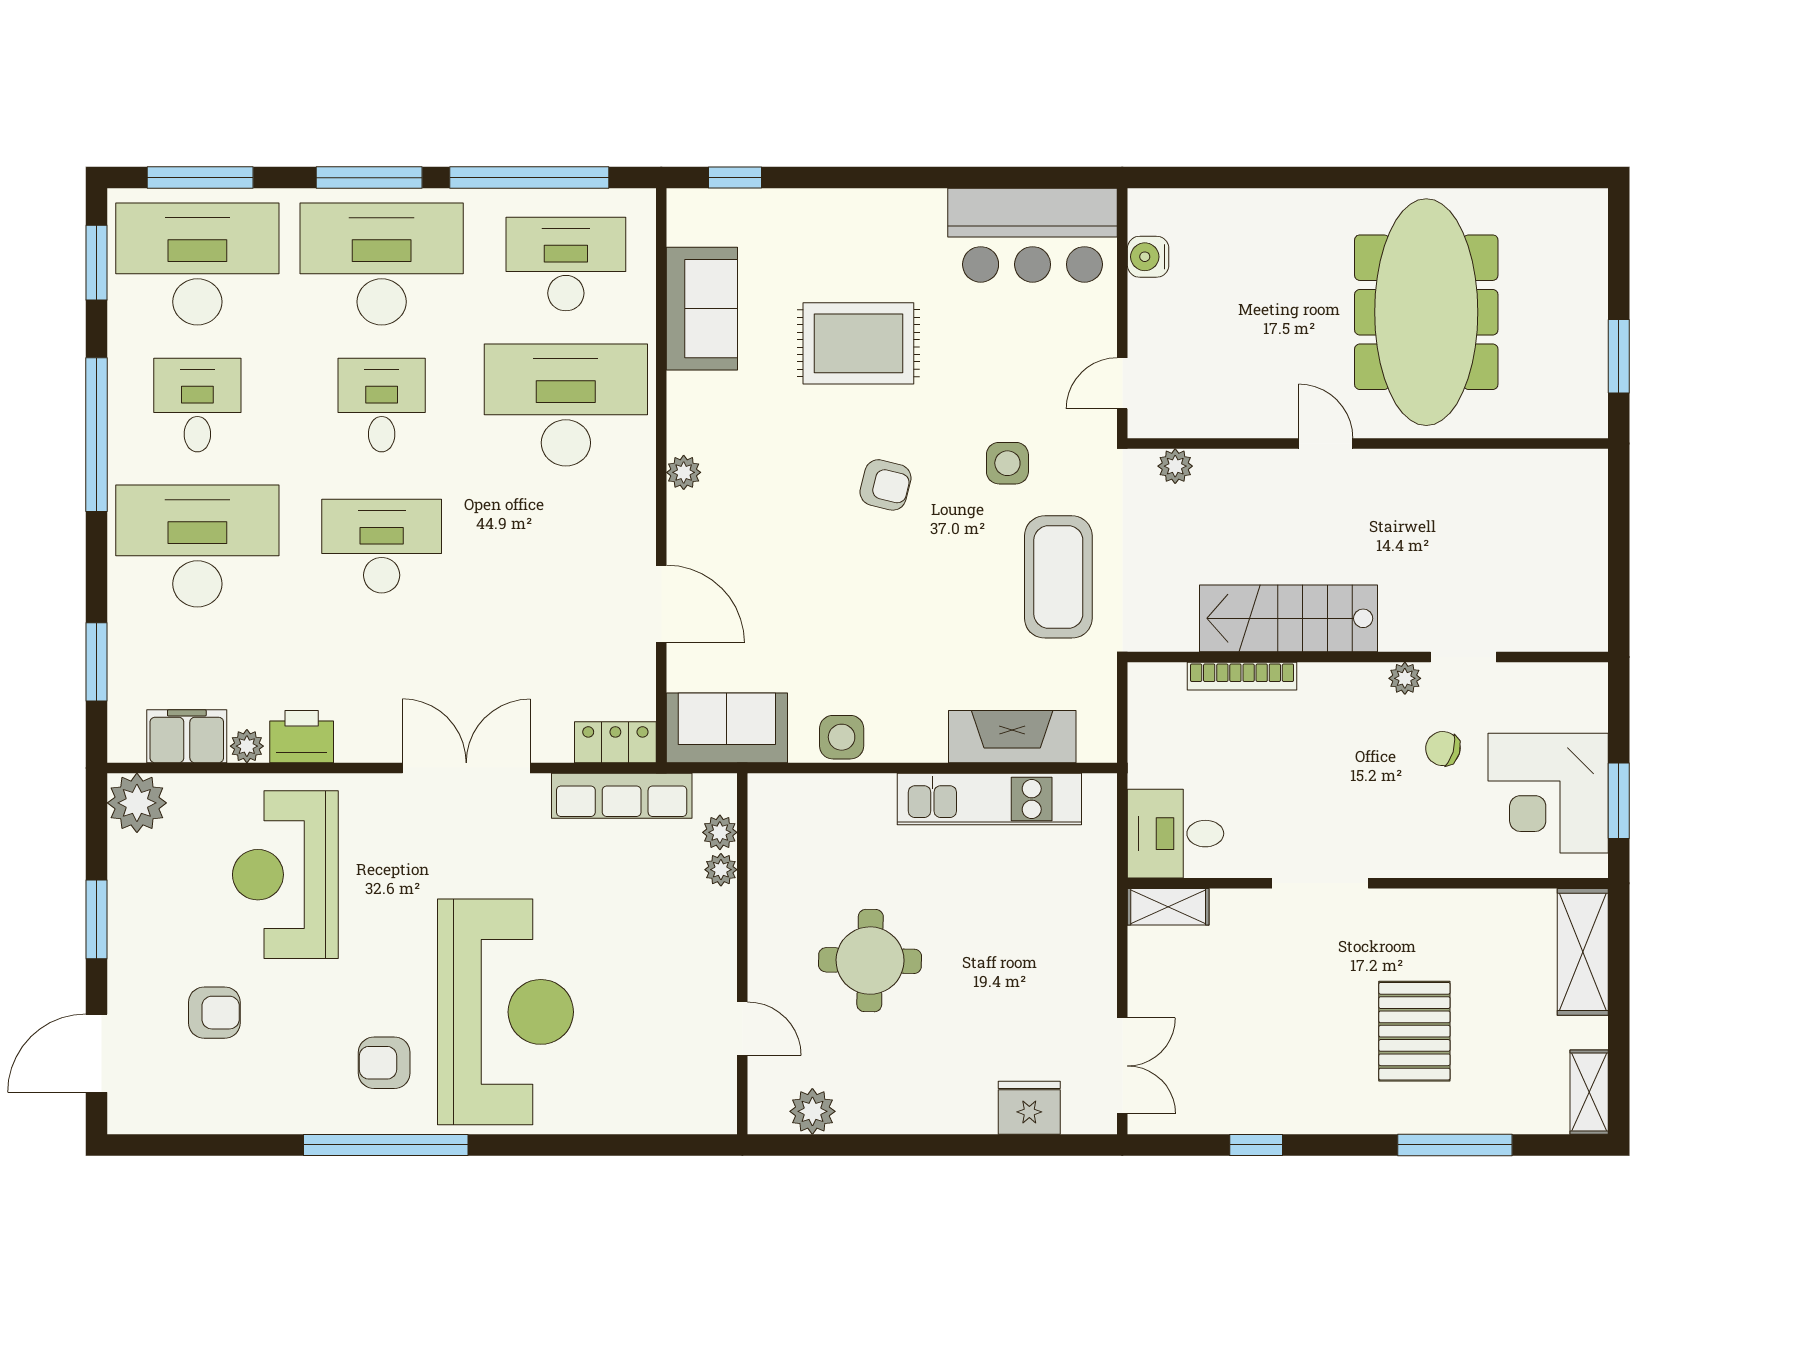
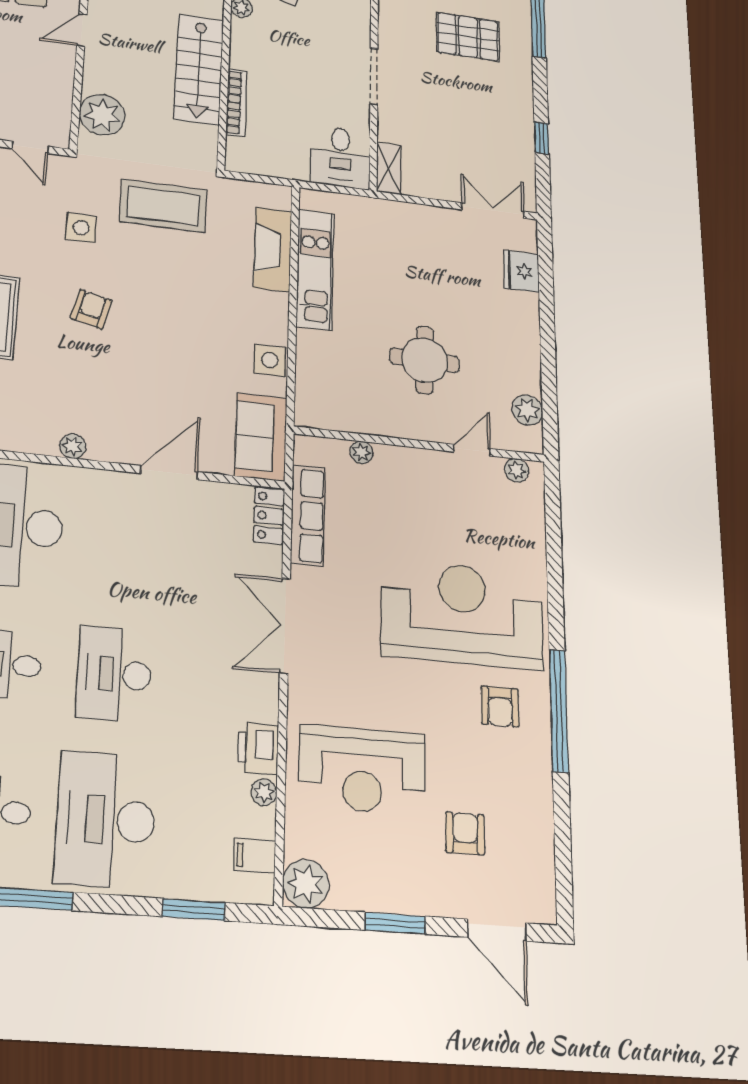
plant: (1175, 466) -> (102, 115), width x1.87, depth x1.87
filing cabinet: (187, 736) -> (255, 856), width x0.50
plant: (720, 832) -> (517, 470), moved

